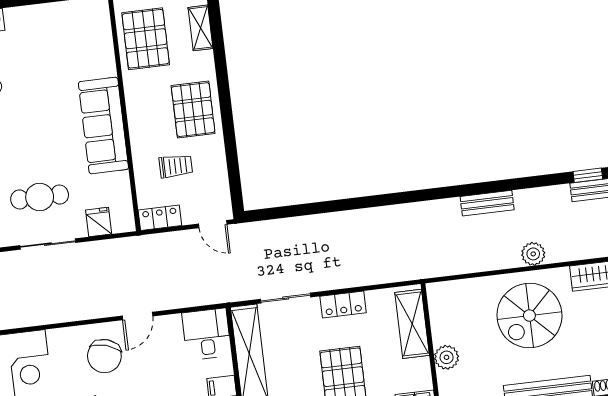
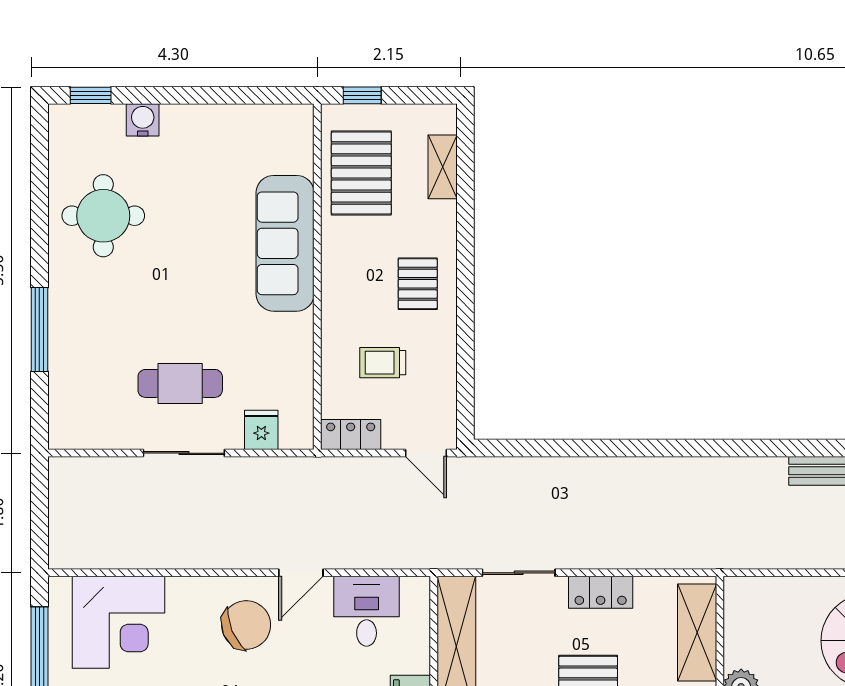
pallet: (193, 110) -> (418, 284), width x0.67, depth x0.71
sofa: (103, 126) -> (285, 243), moved
trolley: (176, 166) -> (383, 363), turned 180
desk: (207, 334) -> (367, 611), moved
chair: (104, 356) -> (246, 625), turned -130

